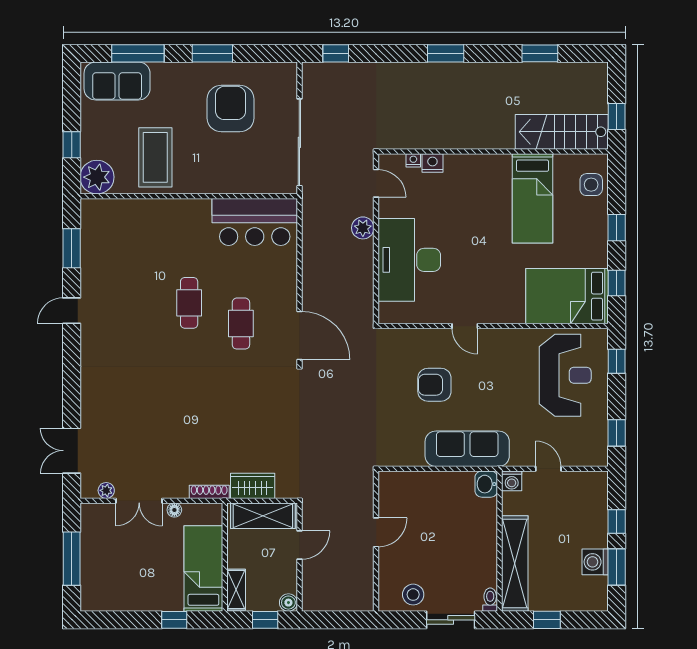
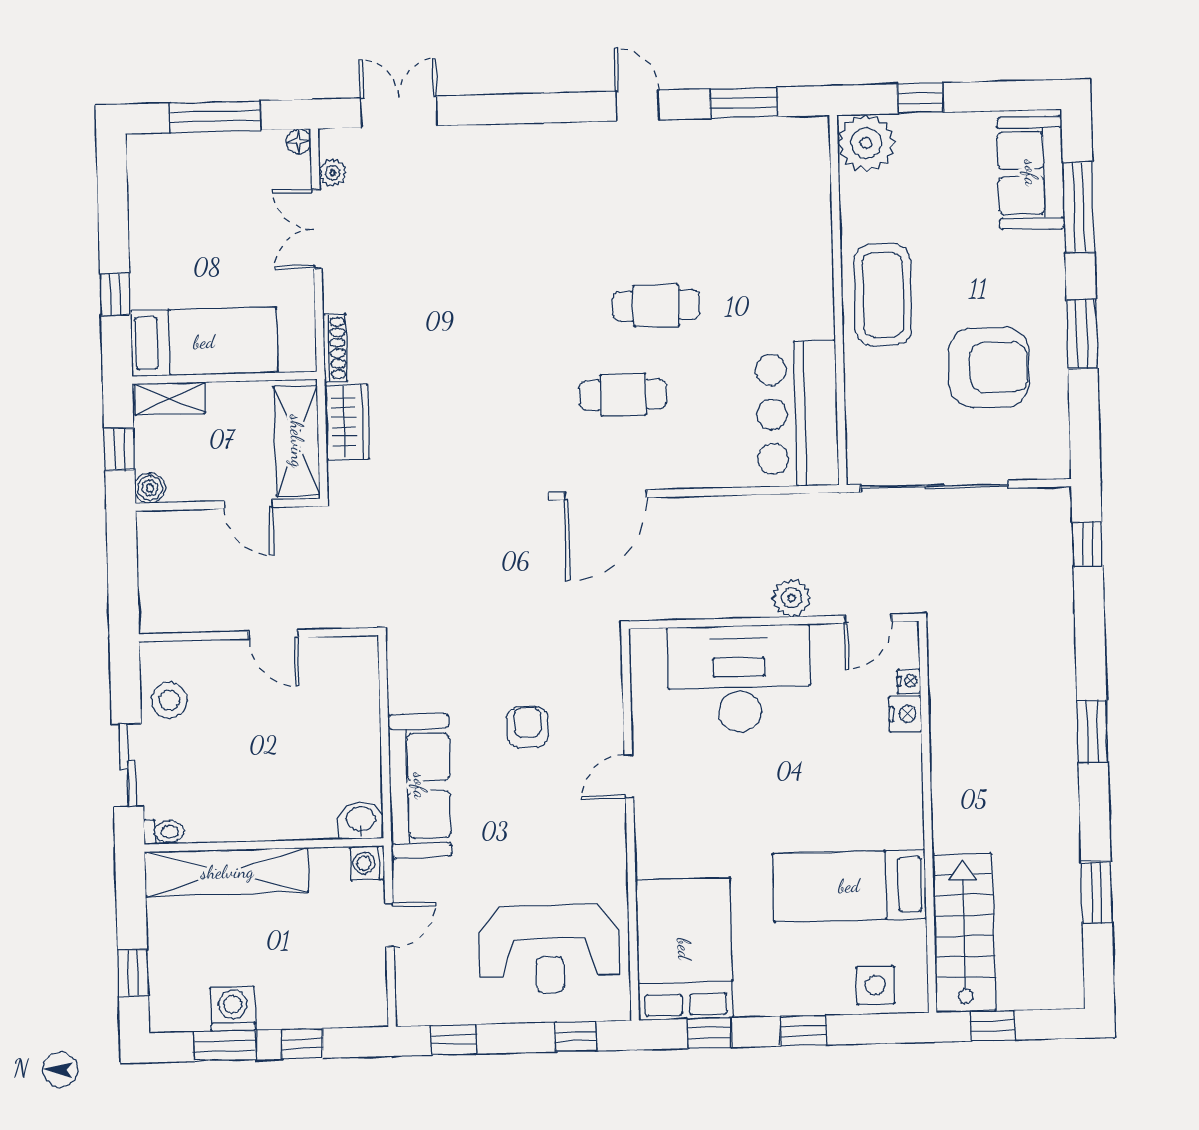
coffee table: (155, 157) -> (883, 295), moved, turned 90
armchair: (434, 385) -> (527, 727), width x0.72, depth x0.72
floor lamp: (174, 510) -> (299, 141), moved
window: (547, 620) -> (133, 973), moved

